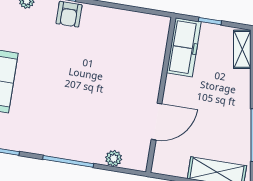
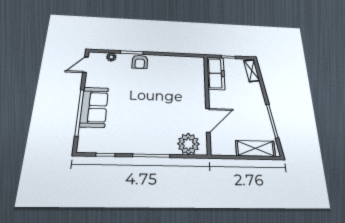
plant: (114, 158) -> (188, 144), width x1.88, depth x1.88

